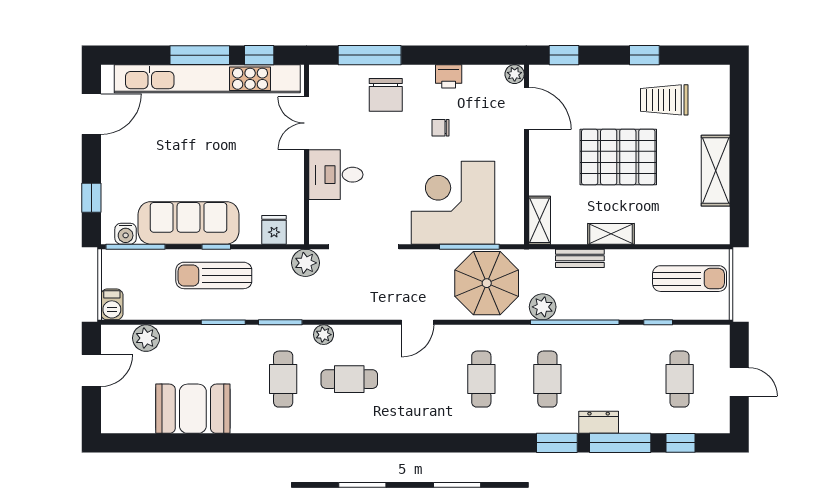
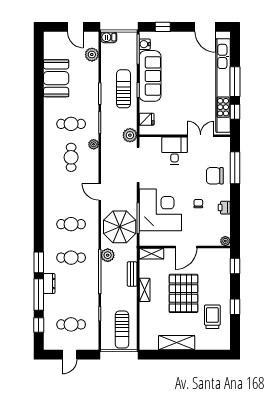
door: (526, 108) -> (186, 247), moved

